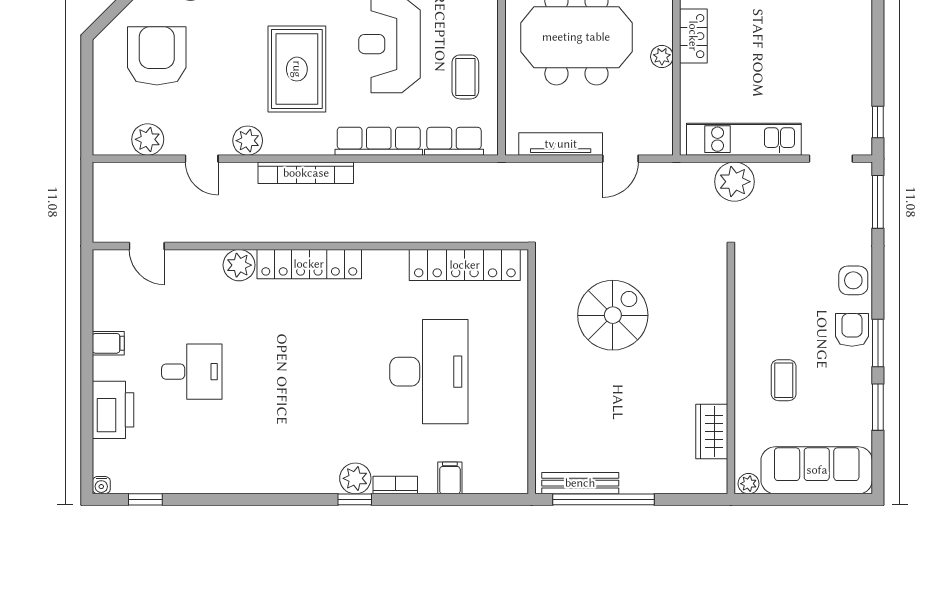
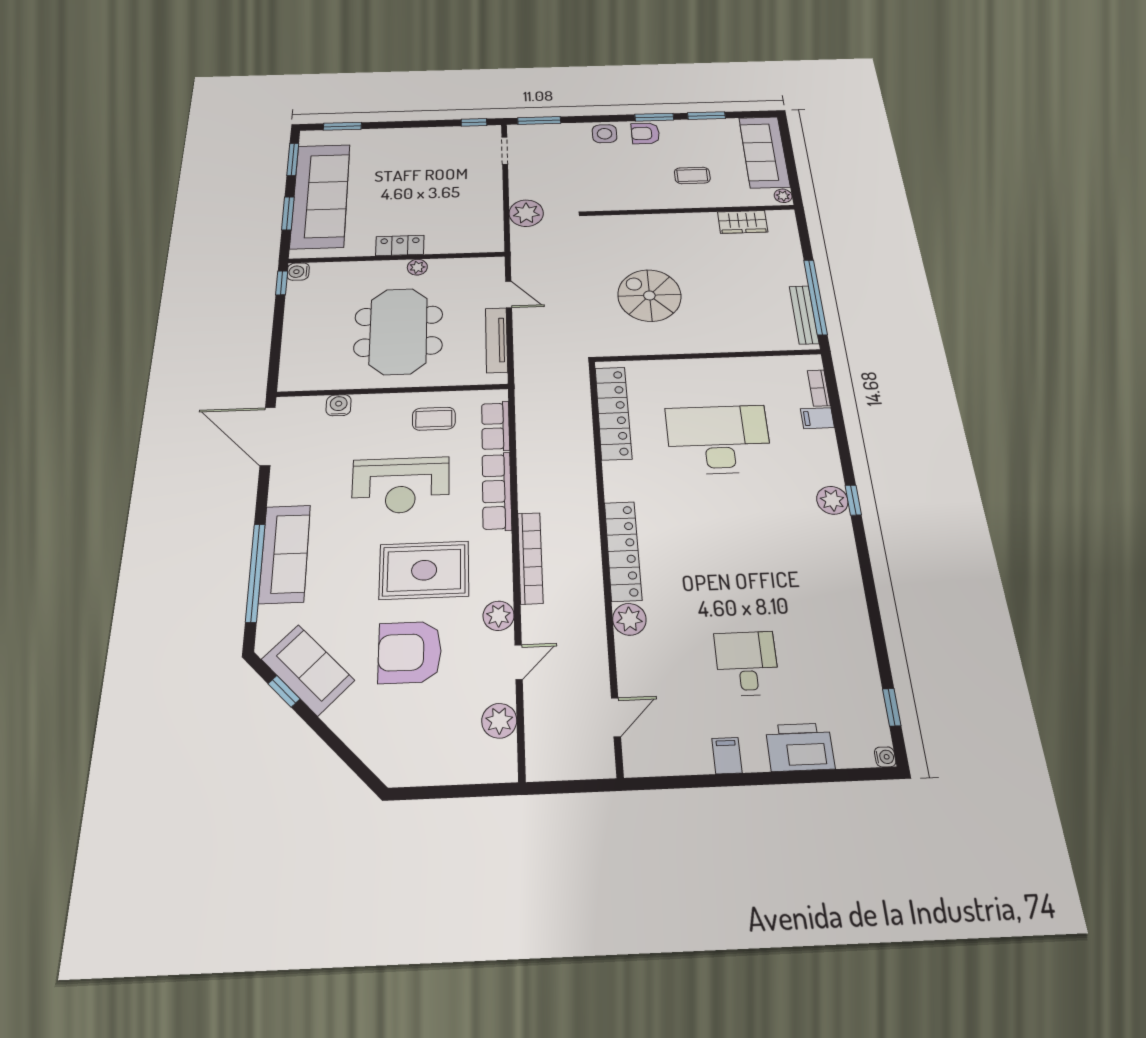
armchair: (157, 56) -> (410, 652), moved
kitchen unit: (744, 139) -> (490, 208), removed
bookcase: (395, 485) -> (819, 388), moved

